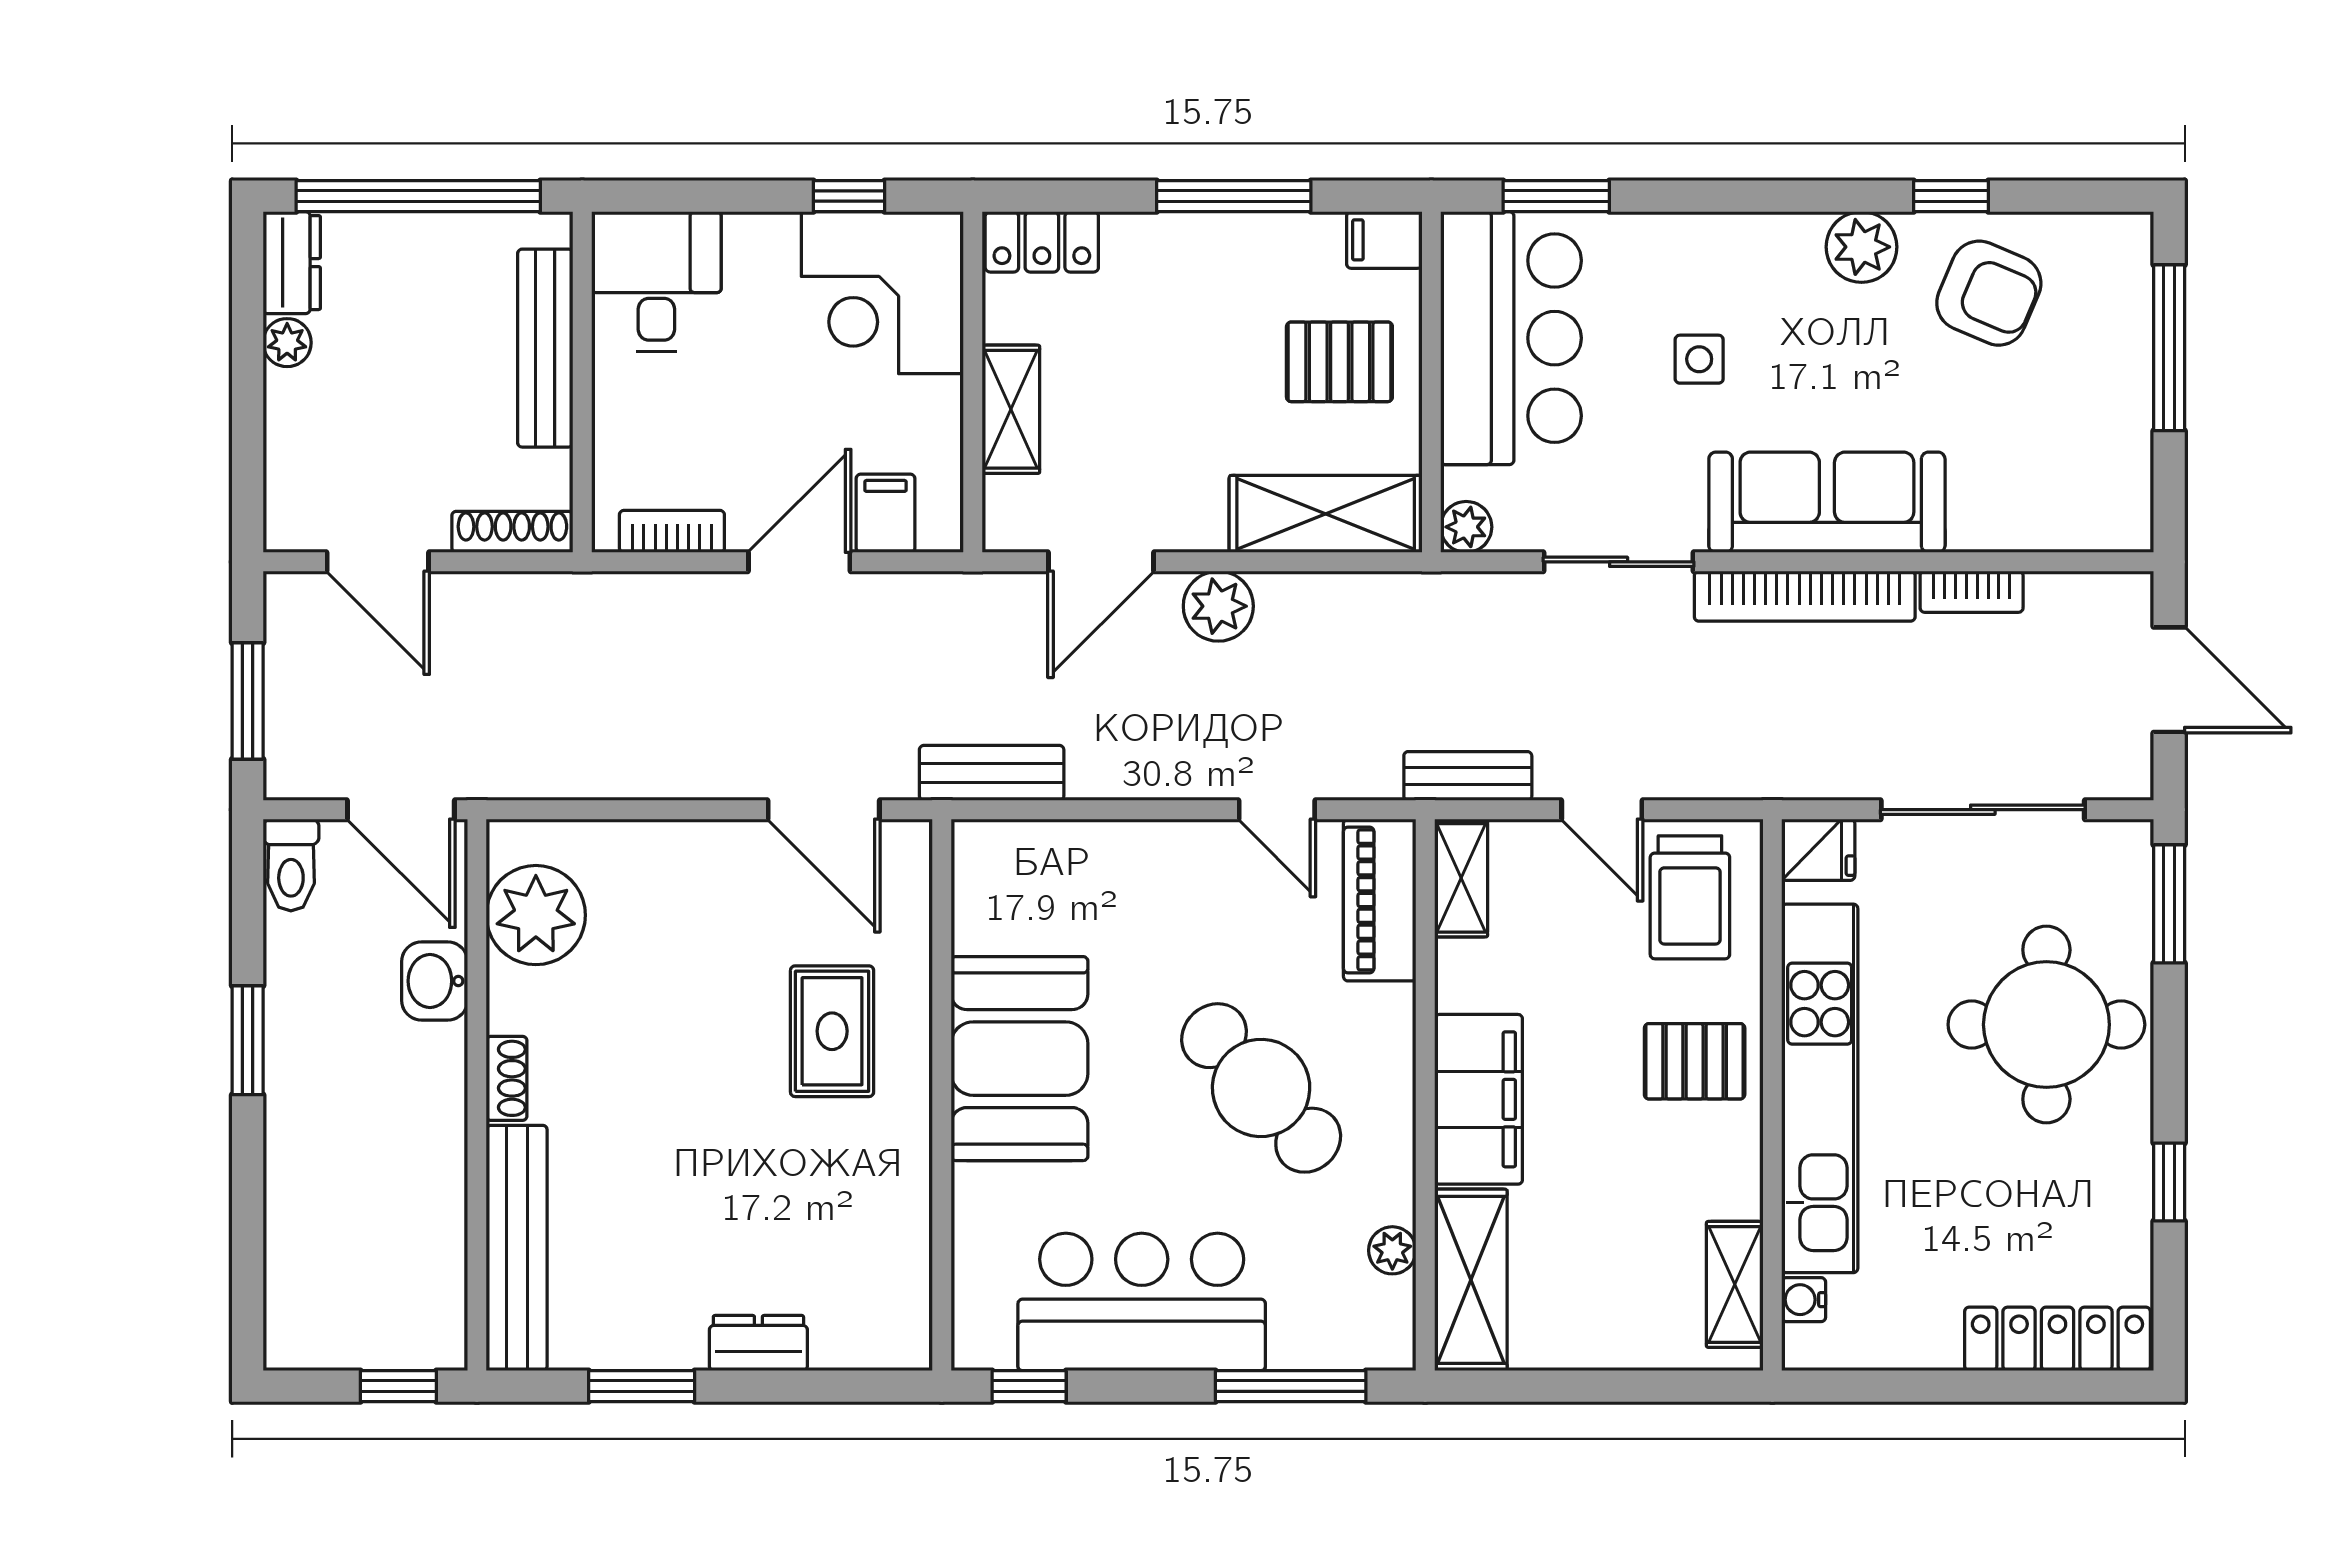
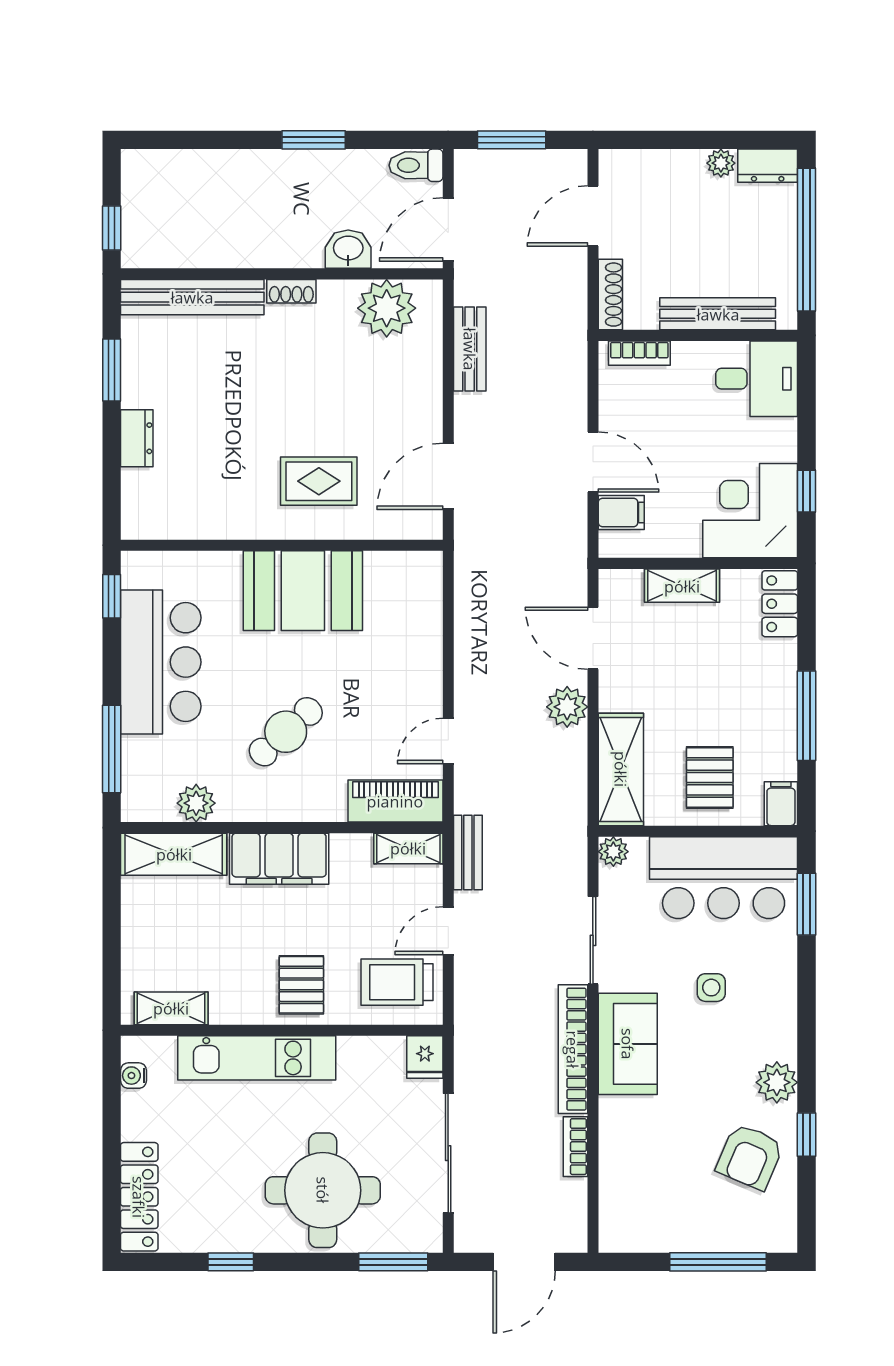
sofa: (1827, 502) -> (628, 1044), width x0.73
bookcase: (672, 531) -> (639, 353), moved, turned 90
bench: (992, 773) -> (470, 349), moved
cafe table: (1261, 1088) -> (286, 732), width x0.73, depth x0.74
kitchen unit: (1820, 1088) -> (257, 1058), width x0.73
plant: (1392, 1250) -> (196, 803), width x1.38, depth x1.38
water cooler: (1804, 1300) -> (134, 1076), moved, turned -90

